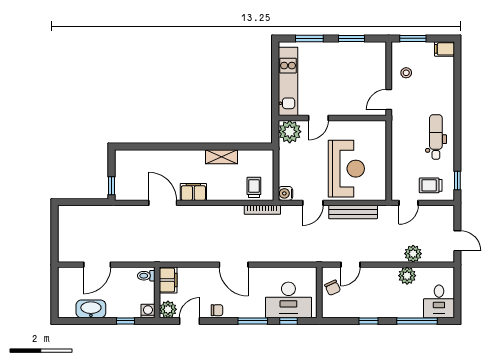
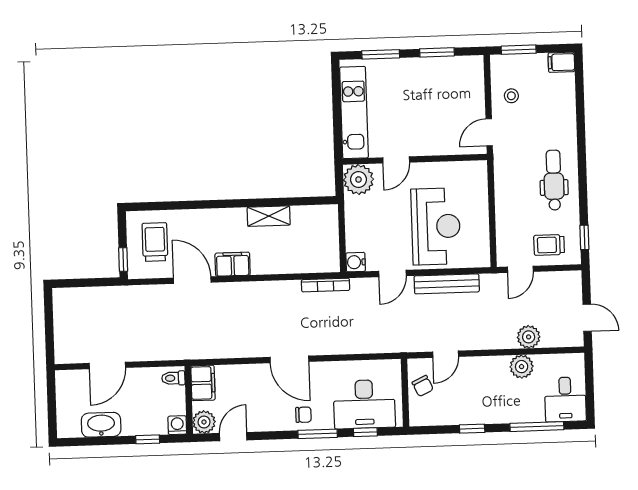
trolley: (254, 187) -> (155, 242), moved, width x1.36, depth x1.39
chair: (217, 310) -> (303, 415), moved

